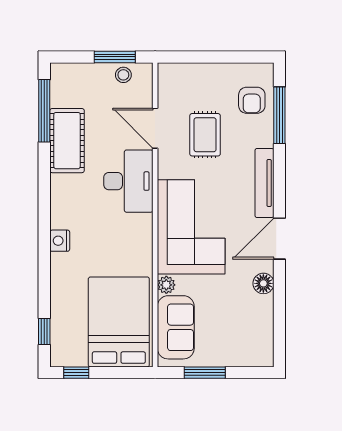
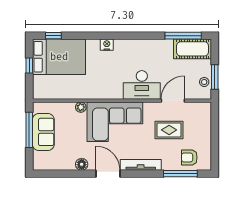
cot: (67, 141) -> (193, 49), moved
bed: (119, 322) -> (59, 57), moved
sofa: (176, 327) -> (43, 132), moved, turned -90
window: (76, 373) -> (29, 65), moved
window: (205, 373) -> (29, 130), width x1.44

